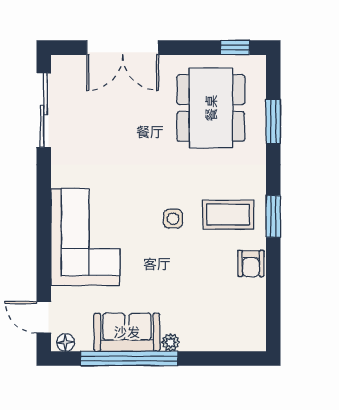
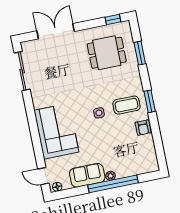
double door: (123, 48) -> (56, 31), swing flipped
dining table: (211, 108) -> (107, 53), width x0.73
window: (129, 358) -> (113, 184), moved

